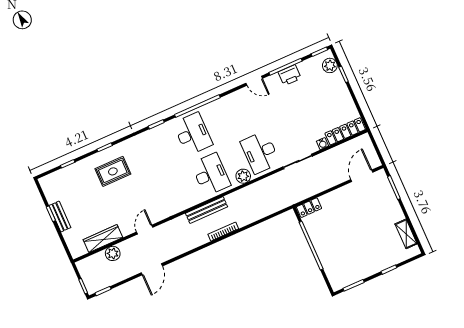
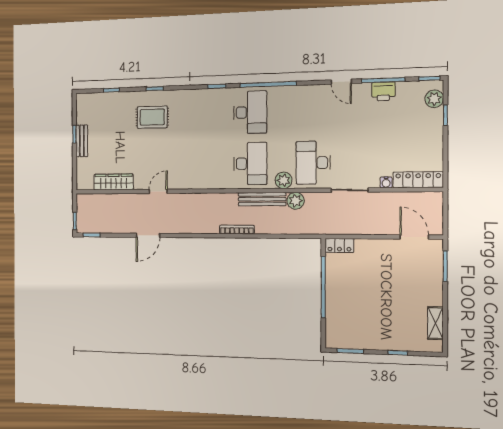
door: (362, 176) -> (414, 237), hinge flipped
bench: (207, 210) -> (262, 199), moved
plant: (113, 253) -> (296, 201), moved

